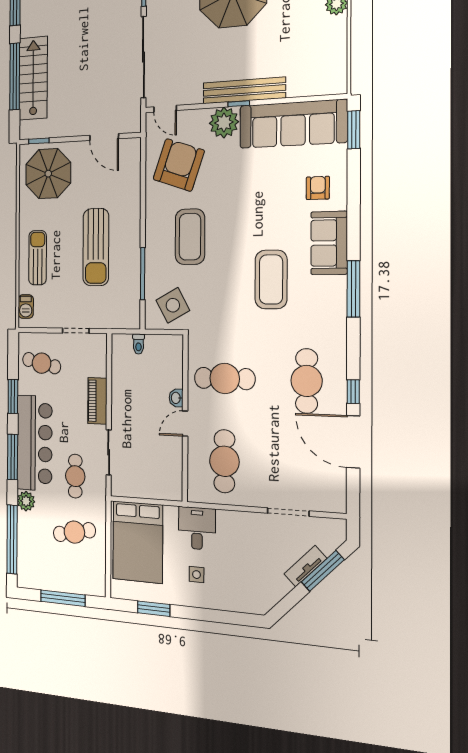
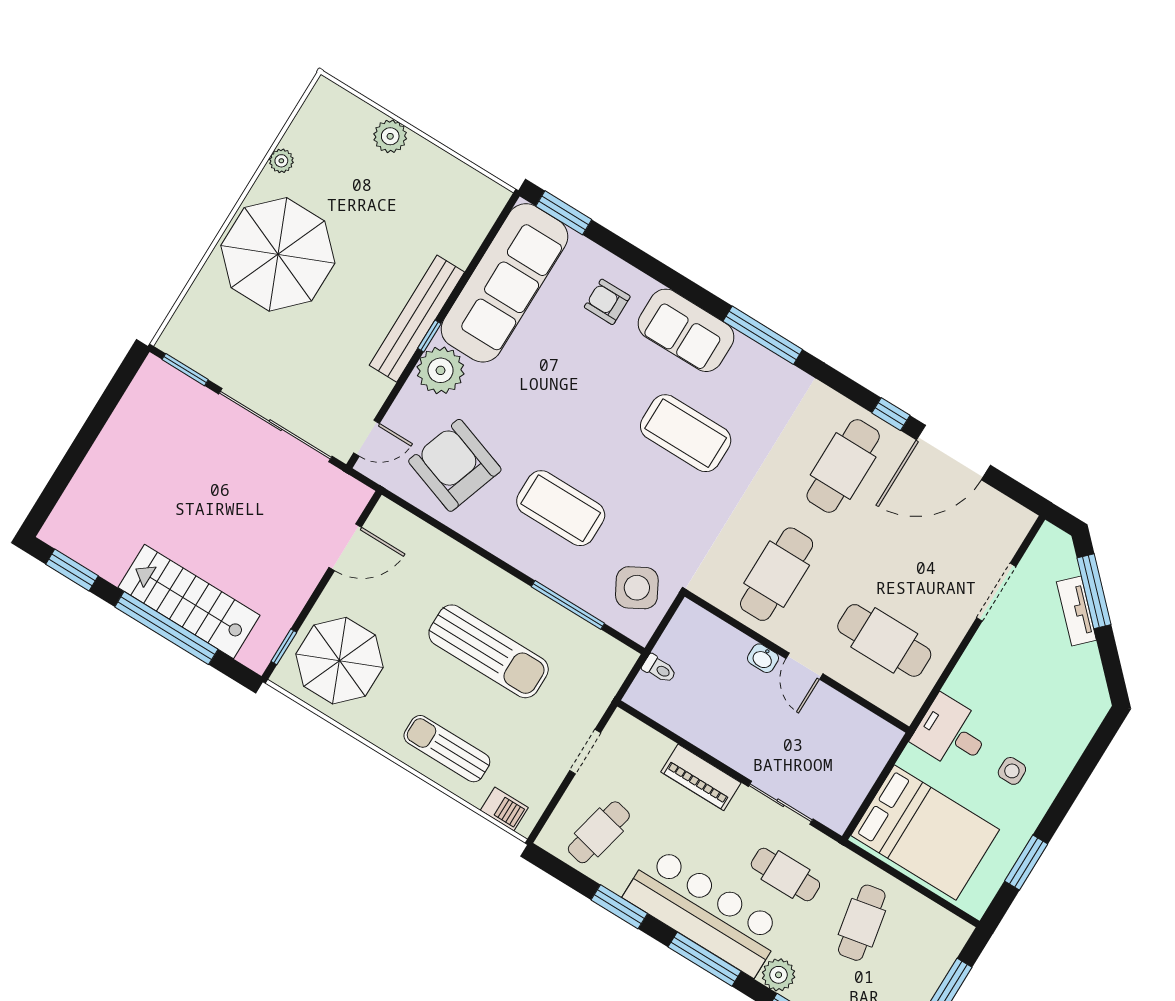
cafe table: (307, 381) -> (843, 466), turned 90

